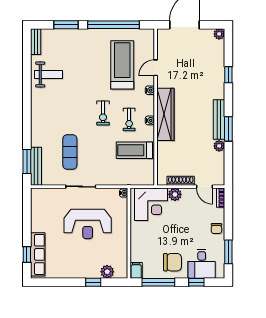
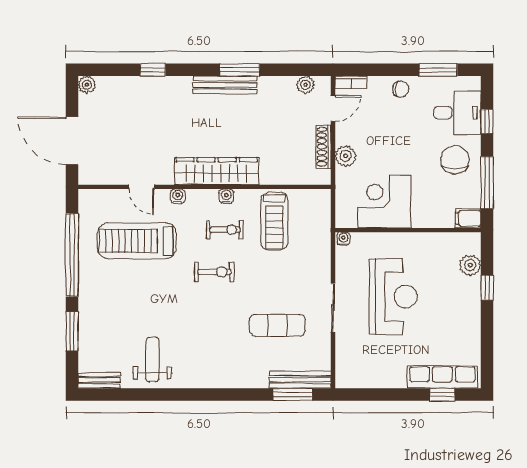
plant: (219, 146) -> (306, 85), moved
corner desk: (151, 204) -> (384, 202), moved, turned -90

